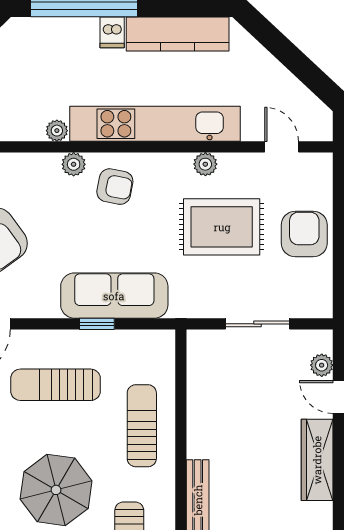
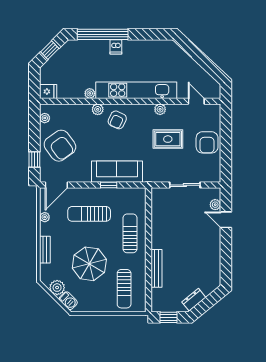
kitchen counter: (178, 34) -> (147, 48), removed
armchair: (115, 187) -> (117, 120), turned 104
rug: (222, 227) -> (168, 139), width x0.73, depth x0.70
armchair: (304, 234) -> (207, 142), turned 180
wardrobe: (317, 460) -> (213, 249), removed

